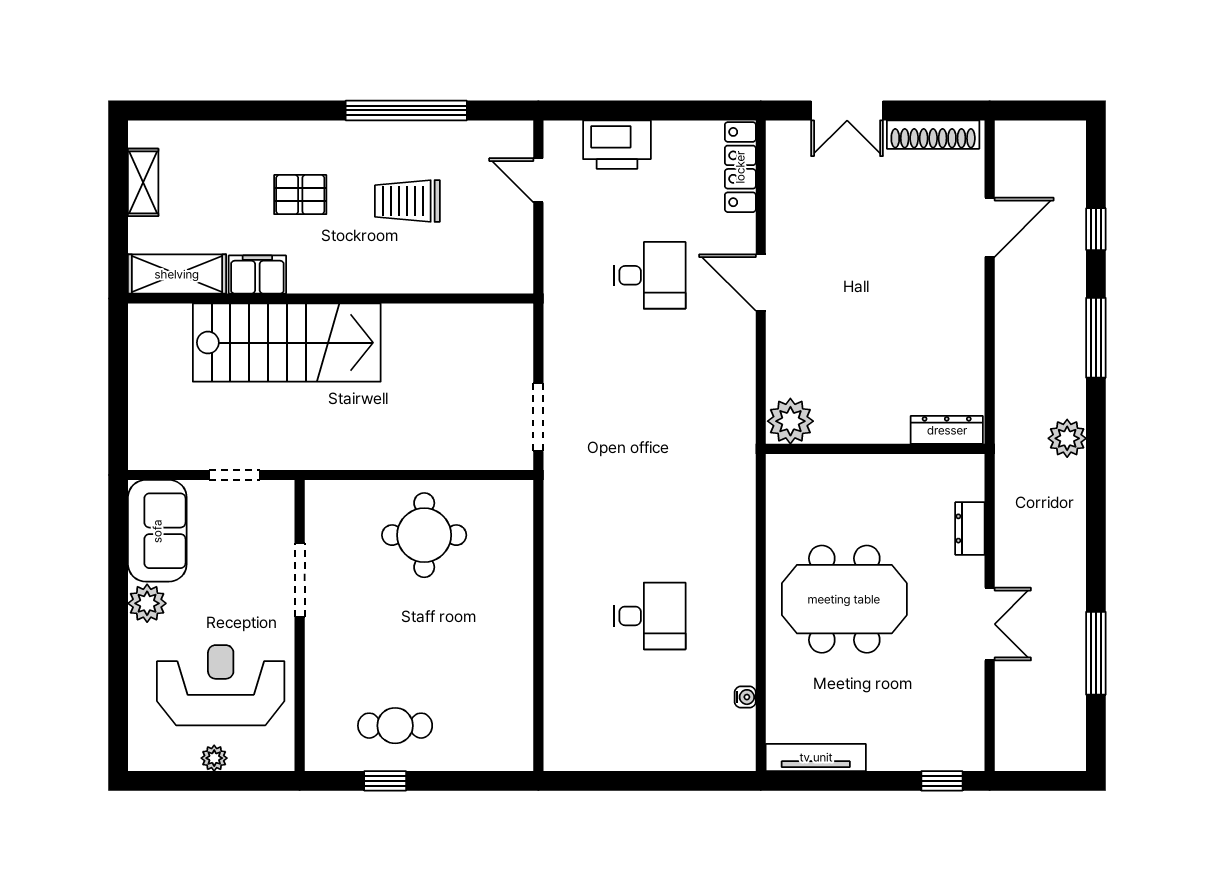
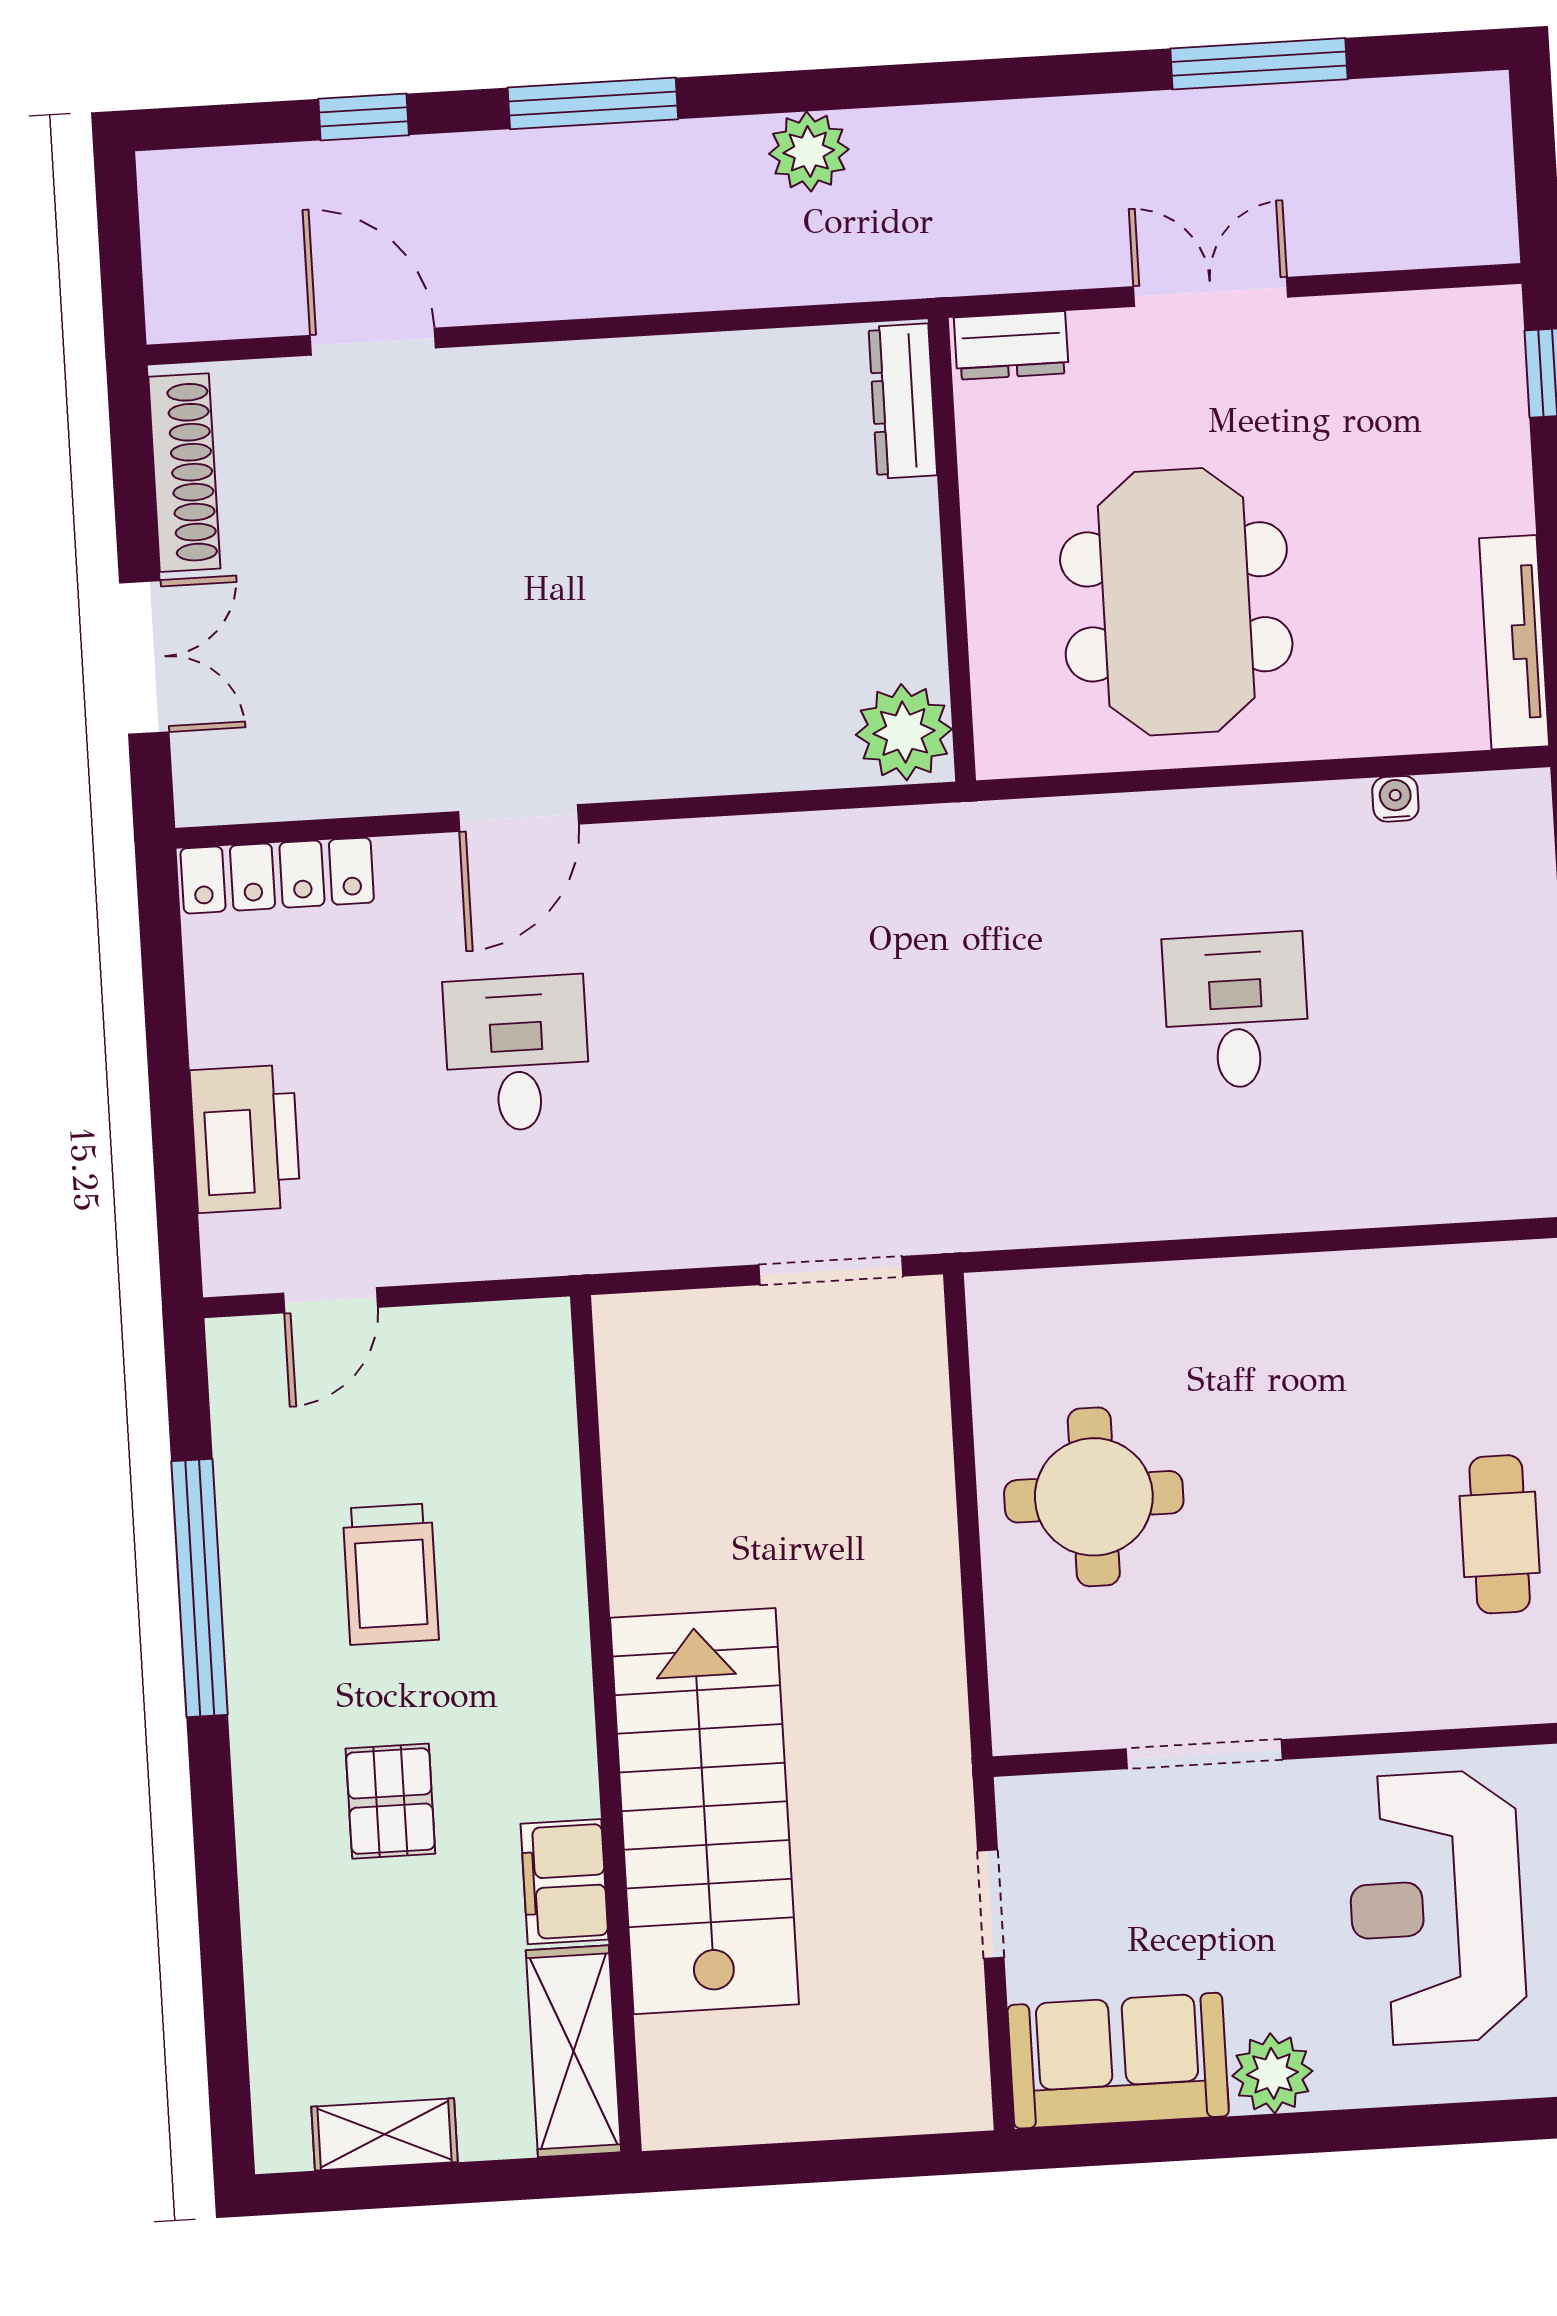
plant: (790, 421) -> (904, 732), moved
dresser: (947, 430) -> (903, 401), moved
wall: (875, 449) -> (952, 550), moved

